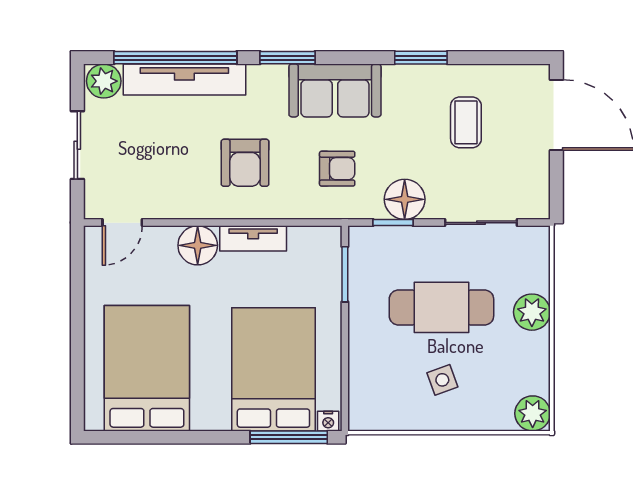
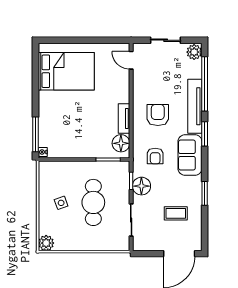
tv unit: (184, 80) -> (195, 106), moved
armchair: (245, 163) -> (158, 115), turned 90
floor lamp: (198, 245) -> (121, 143), moved
plant: (532, 312) -> (91, 243), removed
bed: (273, 369) -> (66, 128), removed

